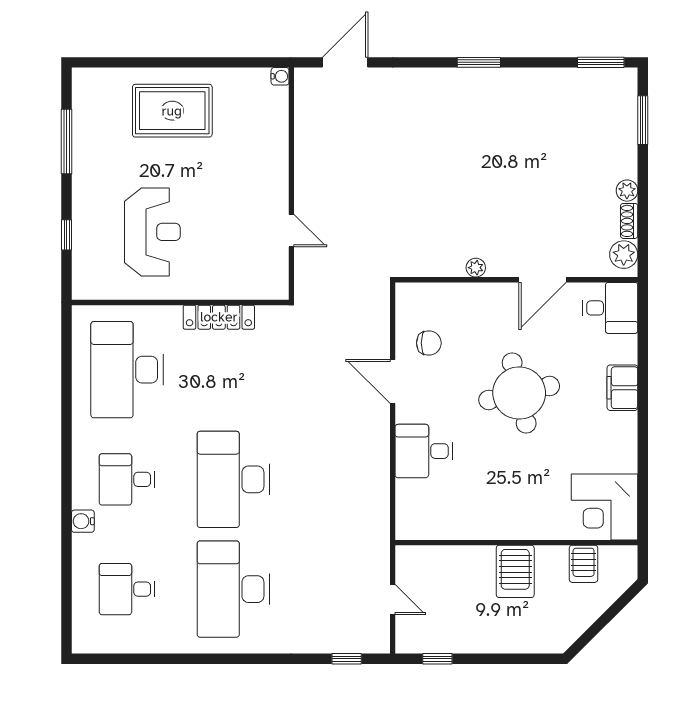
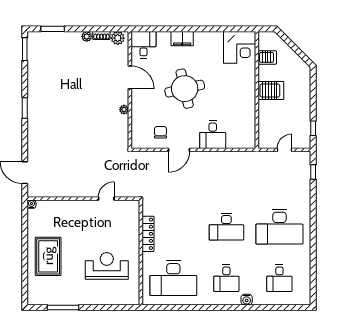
window: (67, 235) -> (108, 307), removed
desk: (233, 479) -> (226, 227), width x0.73, depth x0.77

